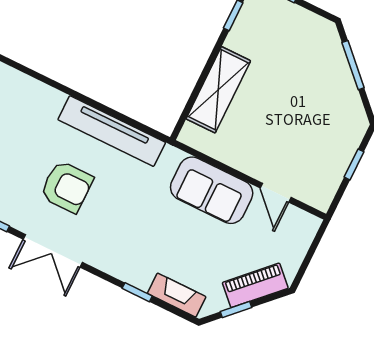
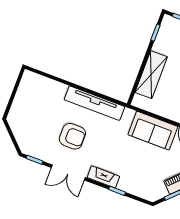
fireplace: (177, 295) -> (103, 177), moved

